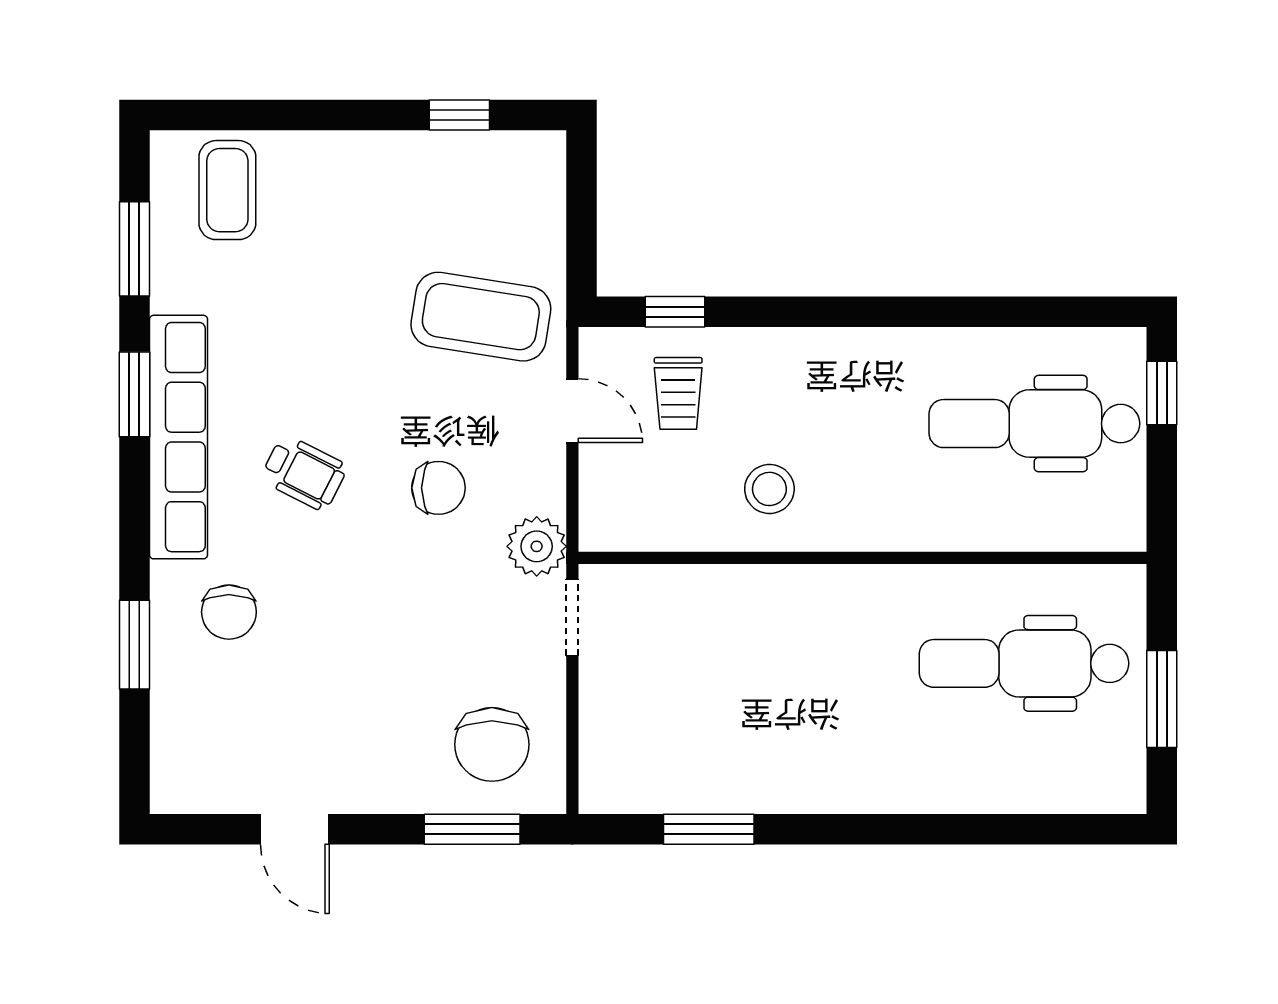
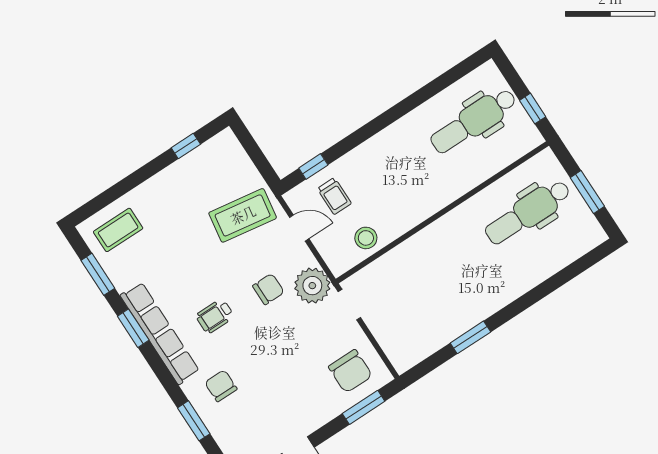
coffee table: (227, 190) -> (118, 230), turned 90
window: (1162, 393) -> (533, 109), moved
wheelchair: (304, 473) -> (215, 316), turned 153
stool: (769, 489) -> (366, 238), moved
plant: (537, 546) -> (312, 286), width x1.36, depth x1.36
chair: (229, 612) -> (221, 386), turned 180
window: (709, 829) -> (470, 337), moved

